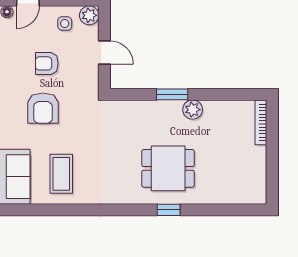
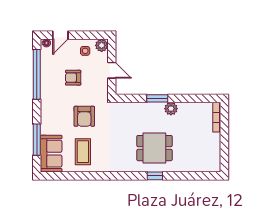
armchair: (43, 108) -> (84, 116), moved

